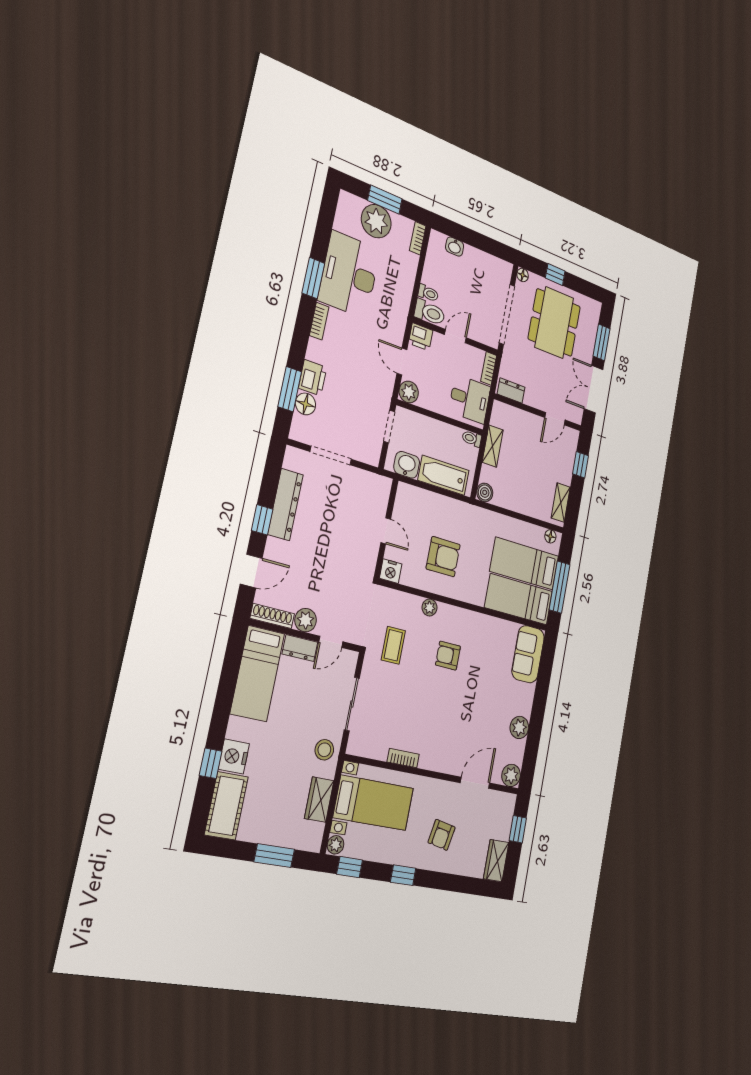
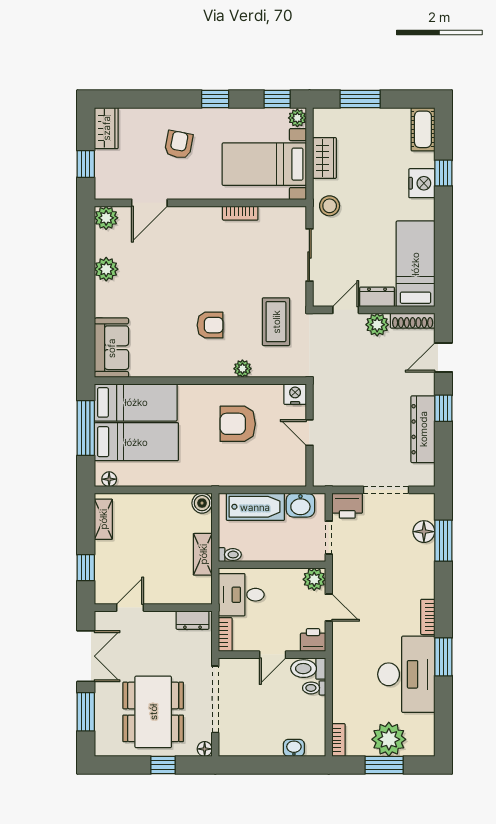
printer: (313, 378) -> (347, 506), moved, turned -90
coffee table: (393, 645) -> (276, 322), width x1.36, depth x1.30
cot: (226, 806) -> (423, 129), width x0.73, depth x0.75

